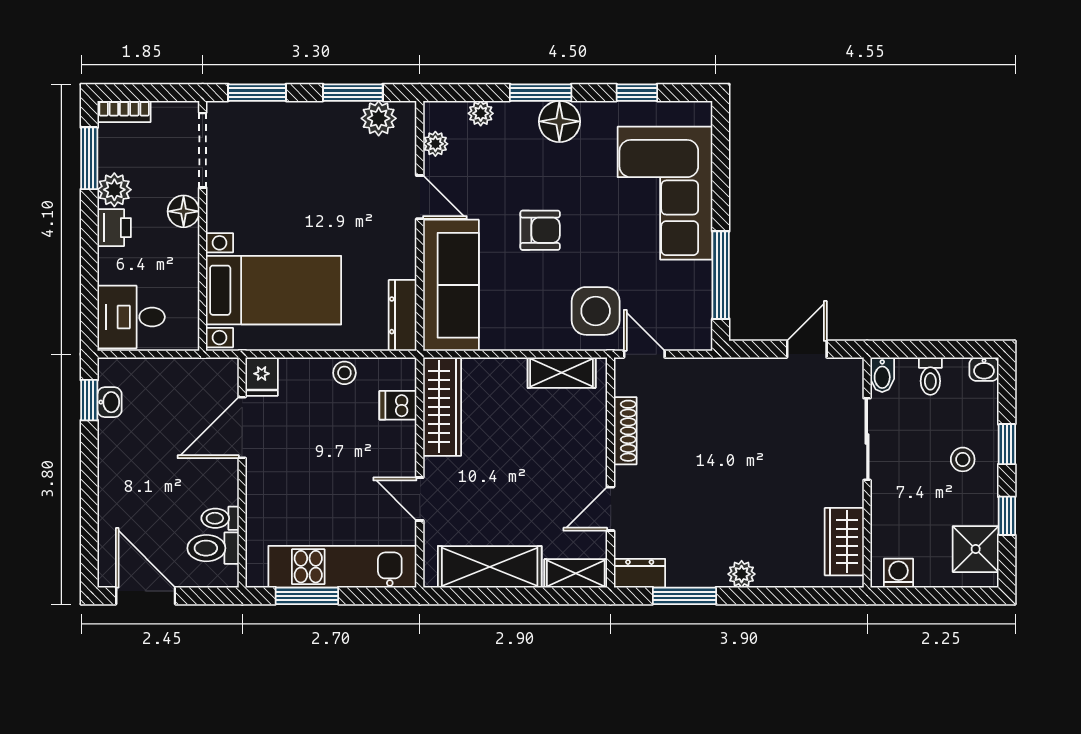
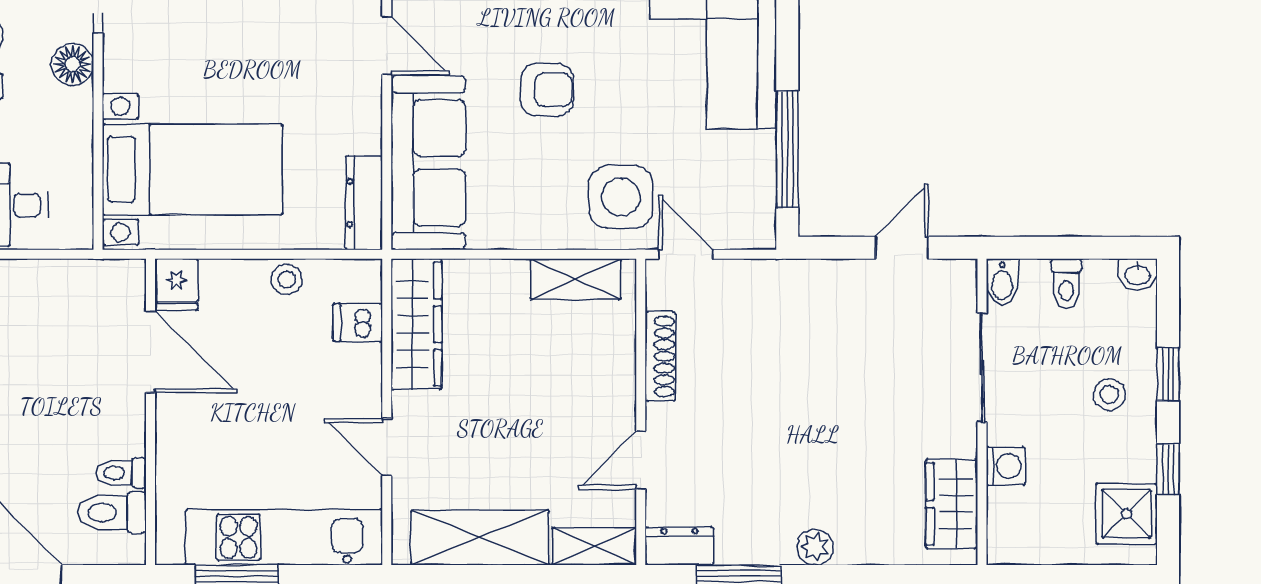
door: (242, 427) -> (151, 352), swing flipped
washing machine: (898, 573) -> (1006, 466), moved, turned 90

